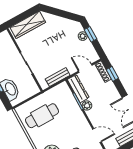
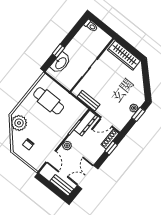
door: (85, 68) -> (106, 122), swing flipped
plant: (87, 105) -> (67, 146), moved

